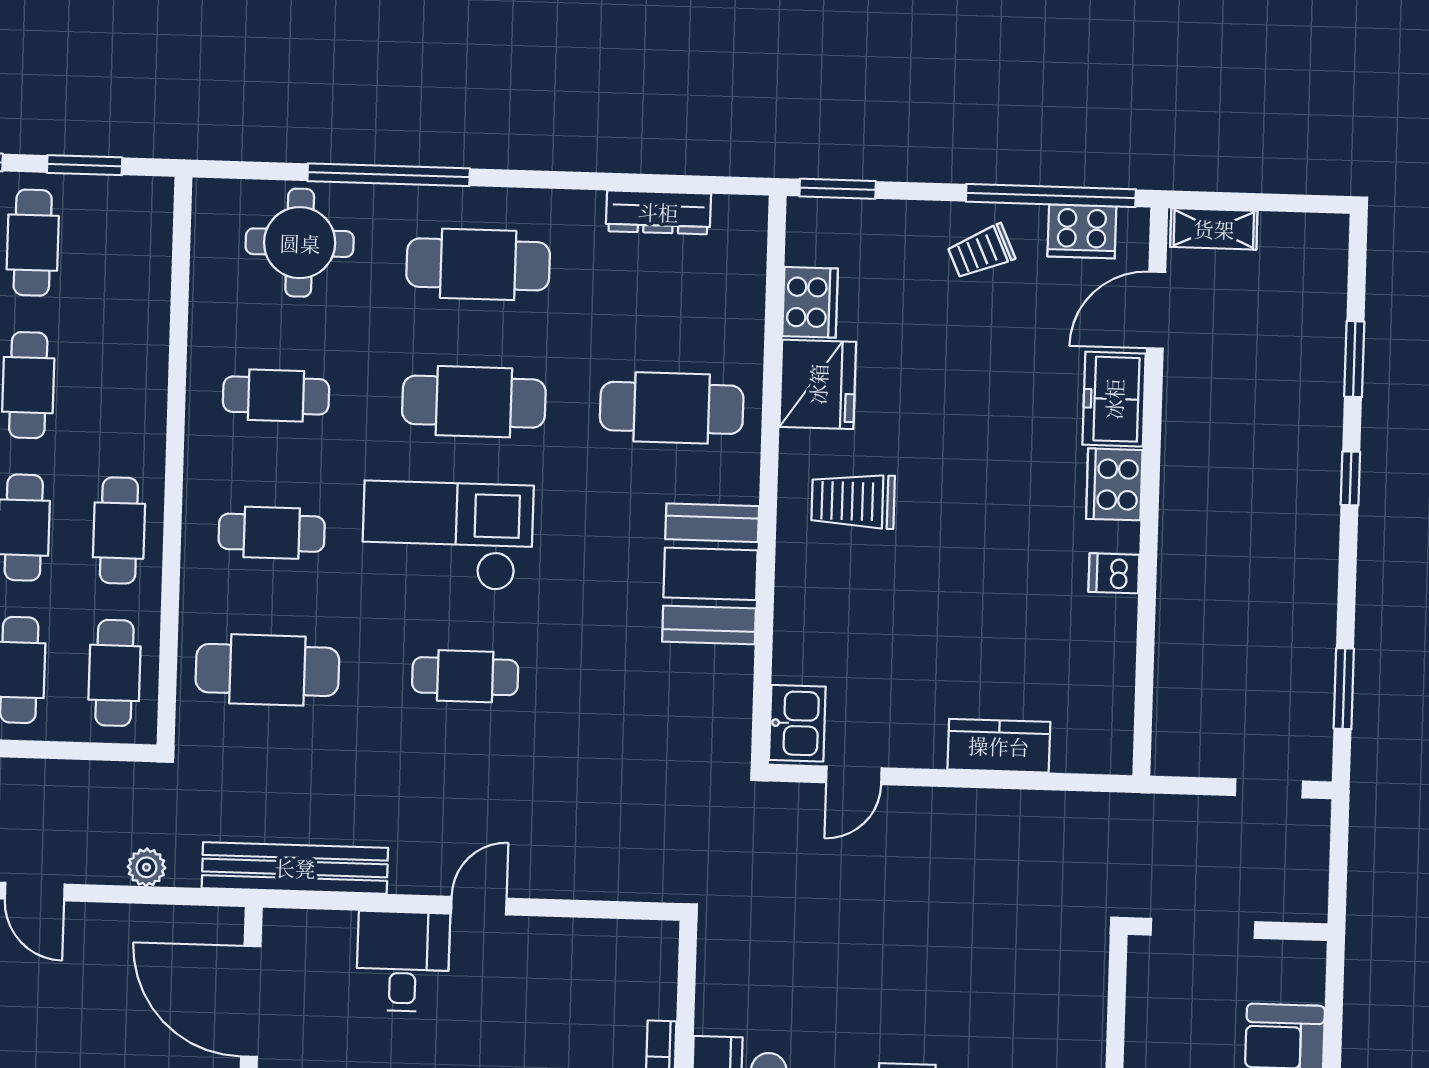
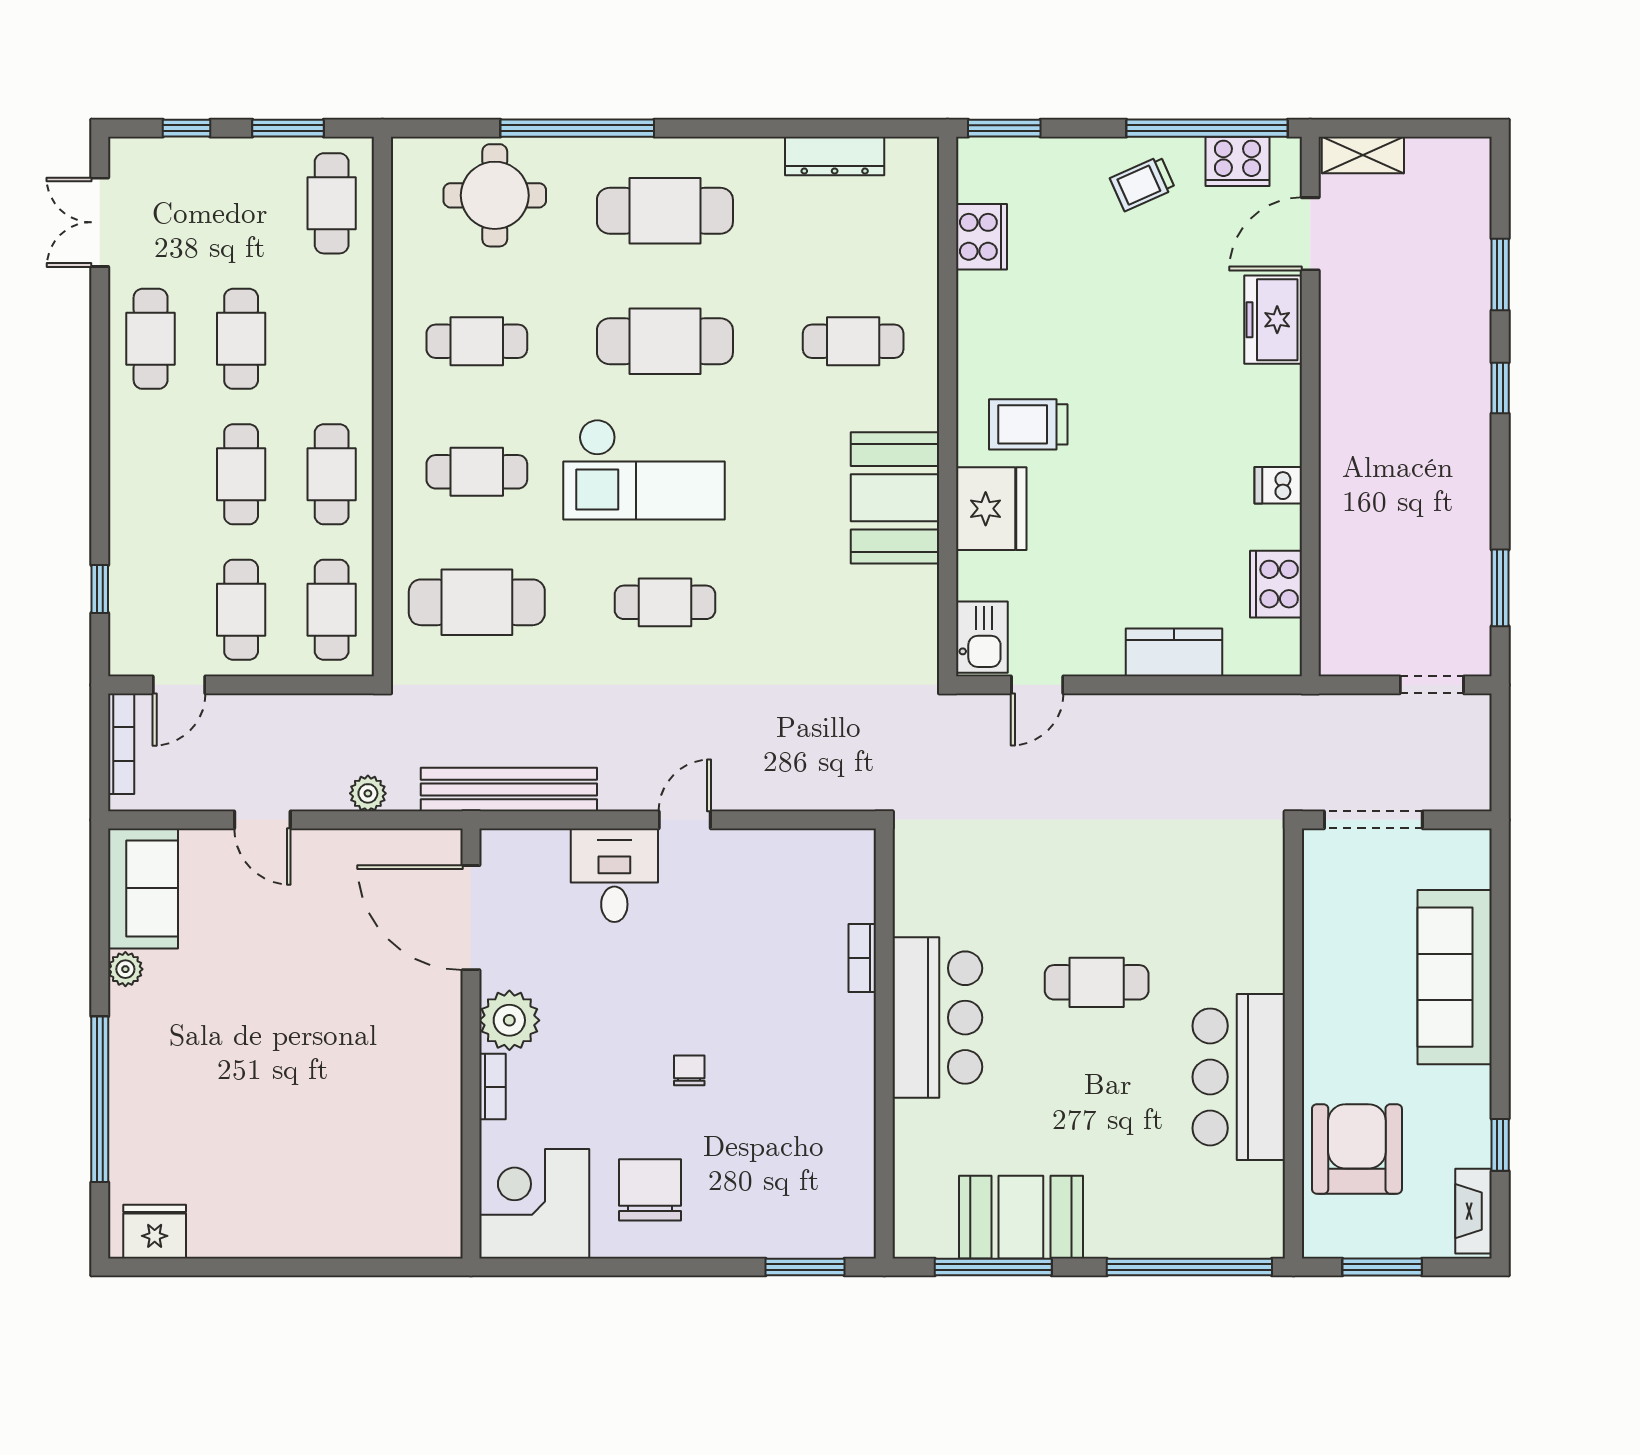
cafe table: (33, 243) -> (332, 203), moved
fridge: (818, 384) -> (991, 509), moved
cafe table: (672, 408) -> (853, 341), width x0.73, depth x0.74
cooker: (1114, 484) -> (1276, 584), moved
checkout: (448, 536) -> (644, 469), turned 180

